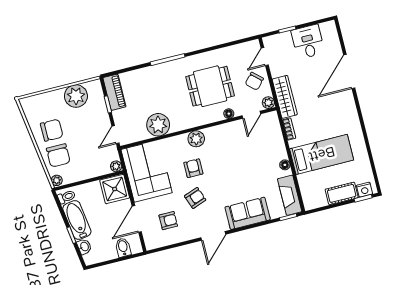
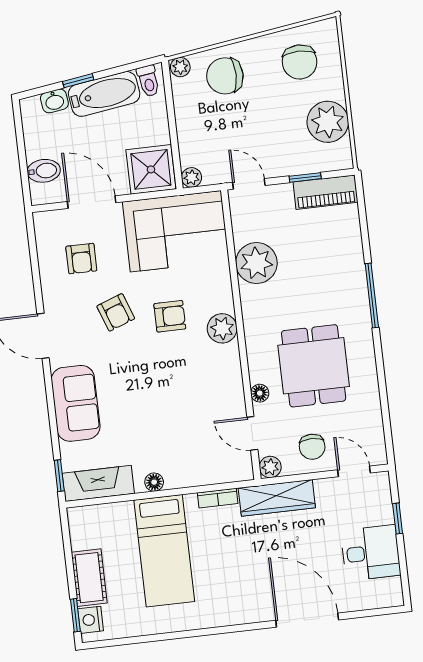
chair: (254, 81) -> (312, 447), turned -132
chair: (52, 130) -> (300, 62), moved

